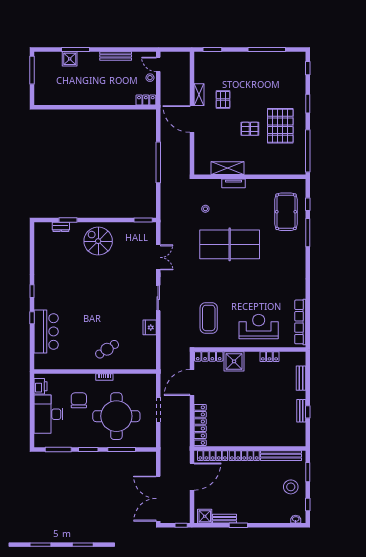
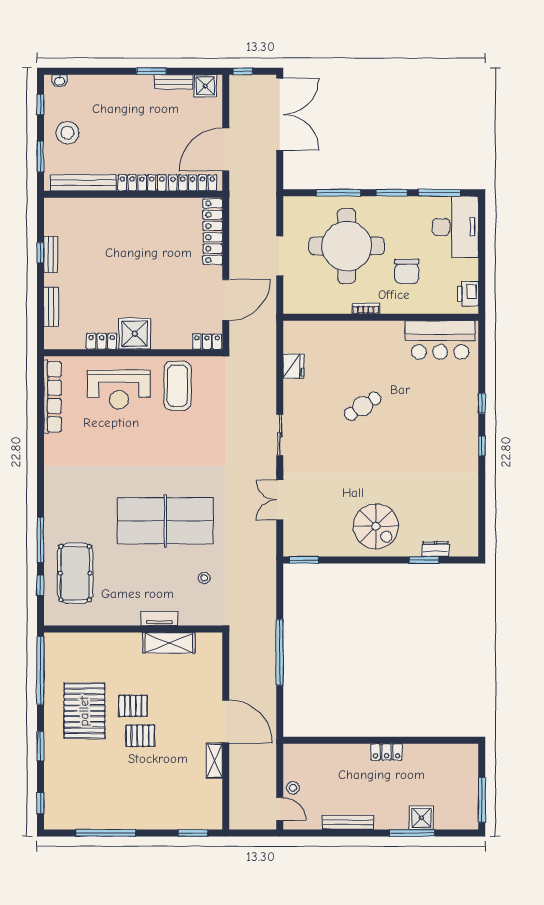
locker: (146, 100) -> (387, 752), moved
pallet: (223, 100) -> (140, 736), moved, turned 90
coffee table: (209, 318) -> (177, 386), moved
fridge: (150, 327) -> (293, 366), moved
bar counter: (46, 331) -> (440, 340), moved, turned -90
cafe table: (107, 349) -> (363, 406), moved
locker: (209, 356) -> (207, 342), width x0.66
shower: (234, 361) -> (135, 334), moved
desk: (48, 414) -> (455, 227), moved

